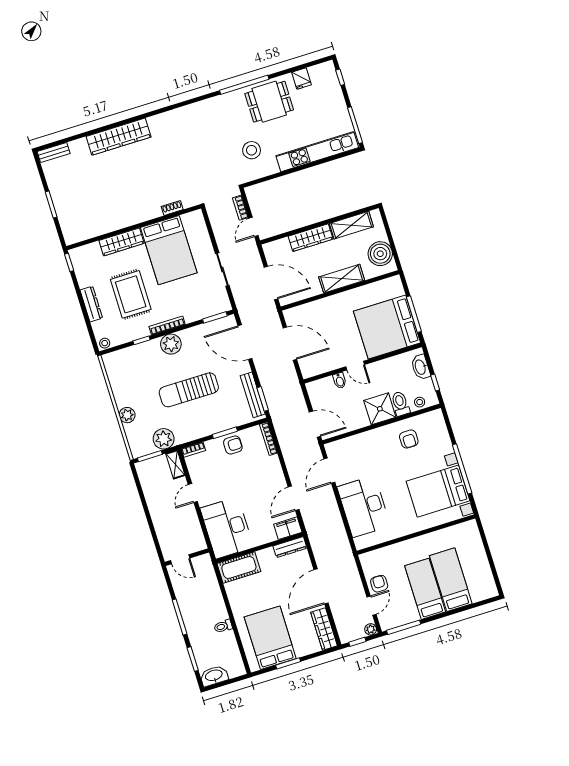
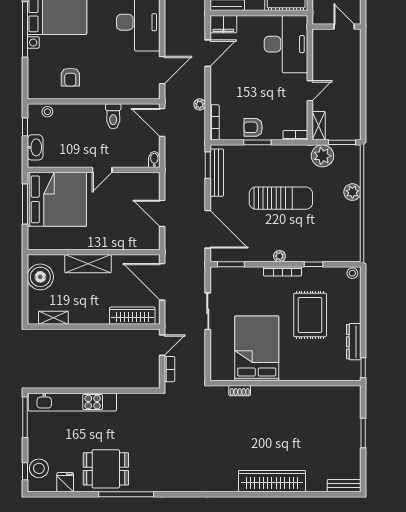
stool: (252, 150) -> (39, 468), moved
shelving: (351, 225) -> (53, 318), width x0.67, depth x0.75
wardrobe: (311, 238) -> (132, 316), moved
wardrobe: (121, 242) -> (303, 372), removed
dresser: (91, 304) -> (354, 342), moved
plant: (171, 344) -> (279, 256), width x0.53, depth x0.53
door: (290, 344) -> (162, 213), width x0.73
door: (355, 366) -> (102, 170), swing flipped
bidet: (340, 381) -> (154, 159), moved
toilet: (400, 404) -> (113, 116), moved
shower: (380, 409) -> (90, 118), removed
armchair: (409, 439) -> (70, 77), turned 180
plant: (287, 451) -> (200, 104), added

